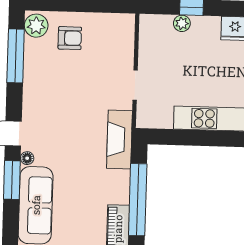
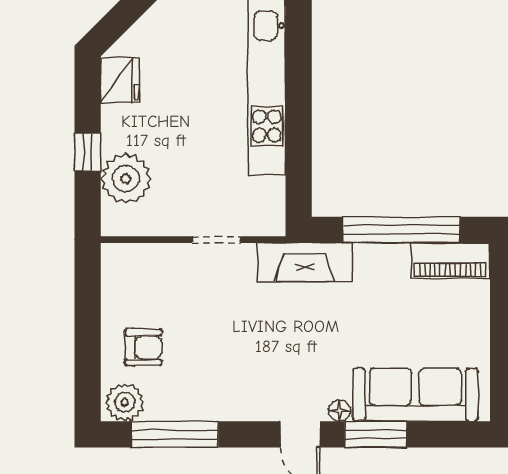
plant: (182, 23) -> (126, 179), width x1.88, depth x1.88
armchair: (70, 38) -> (143, 347), turned 90

